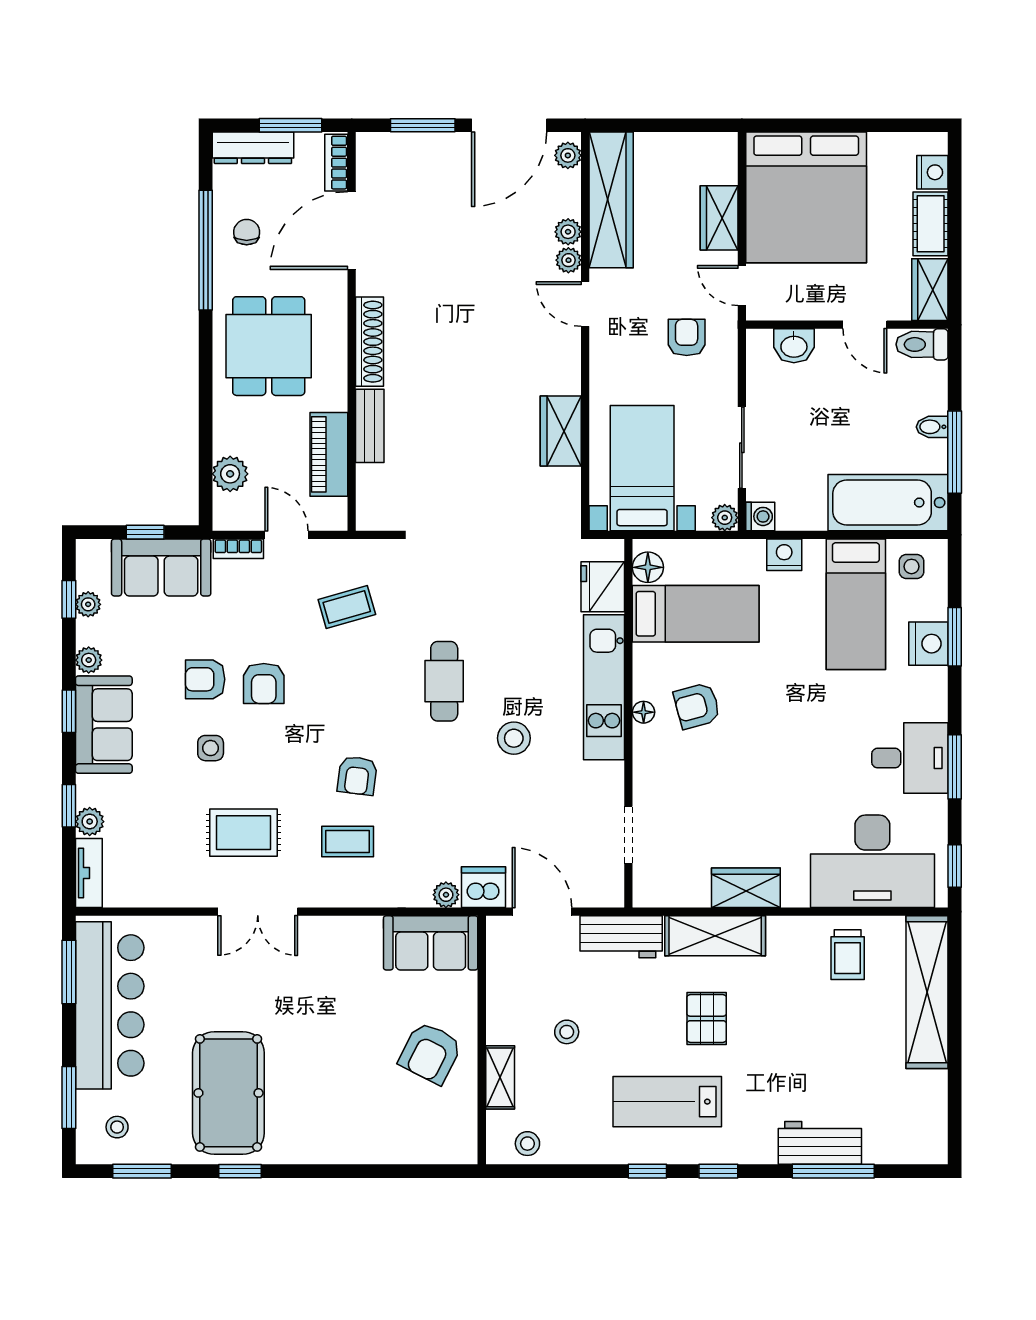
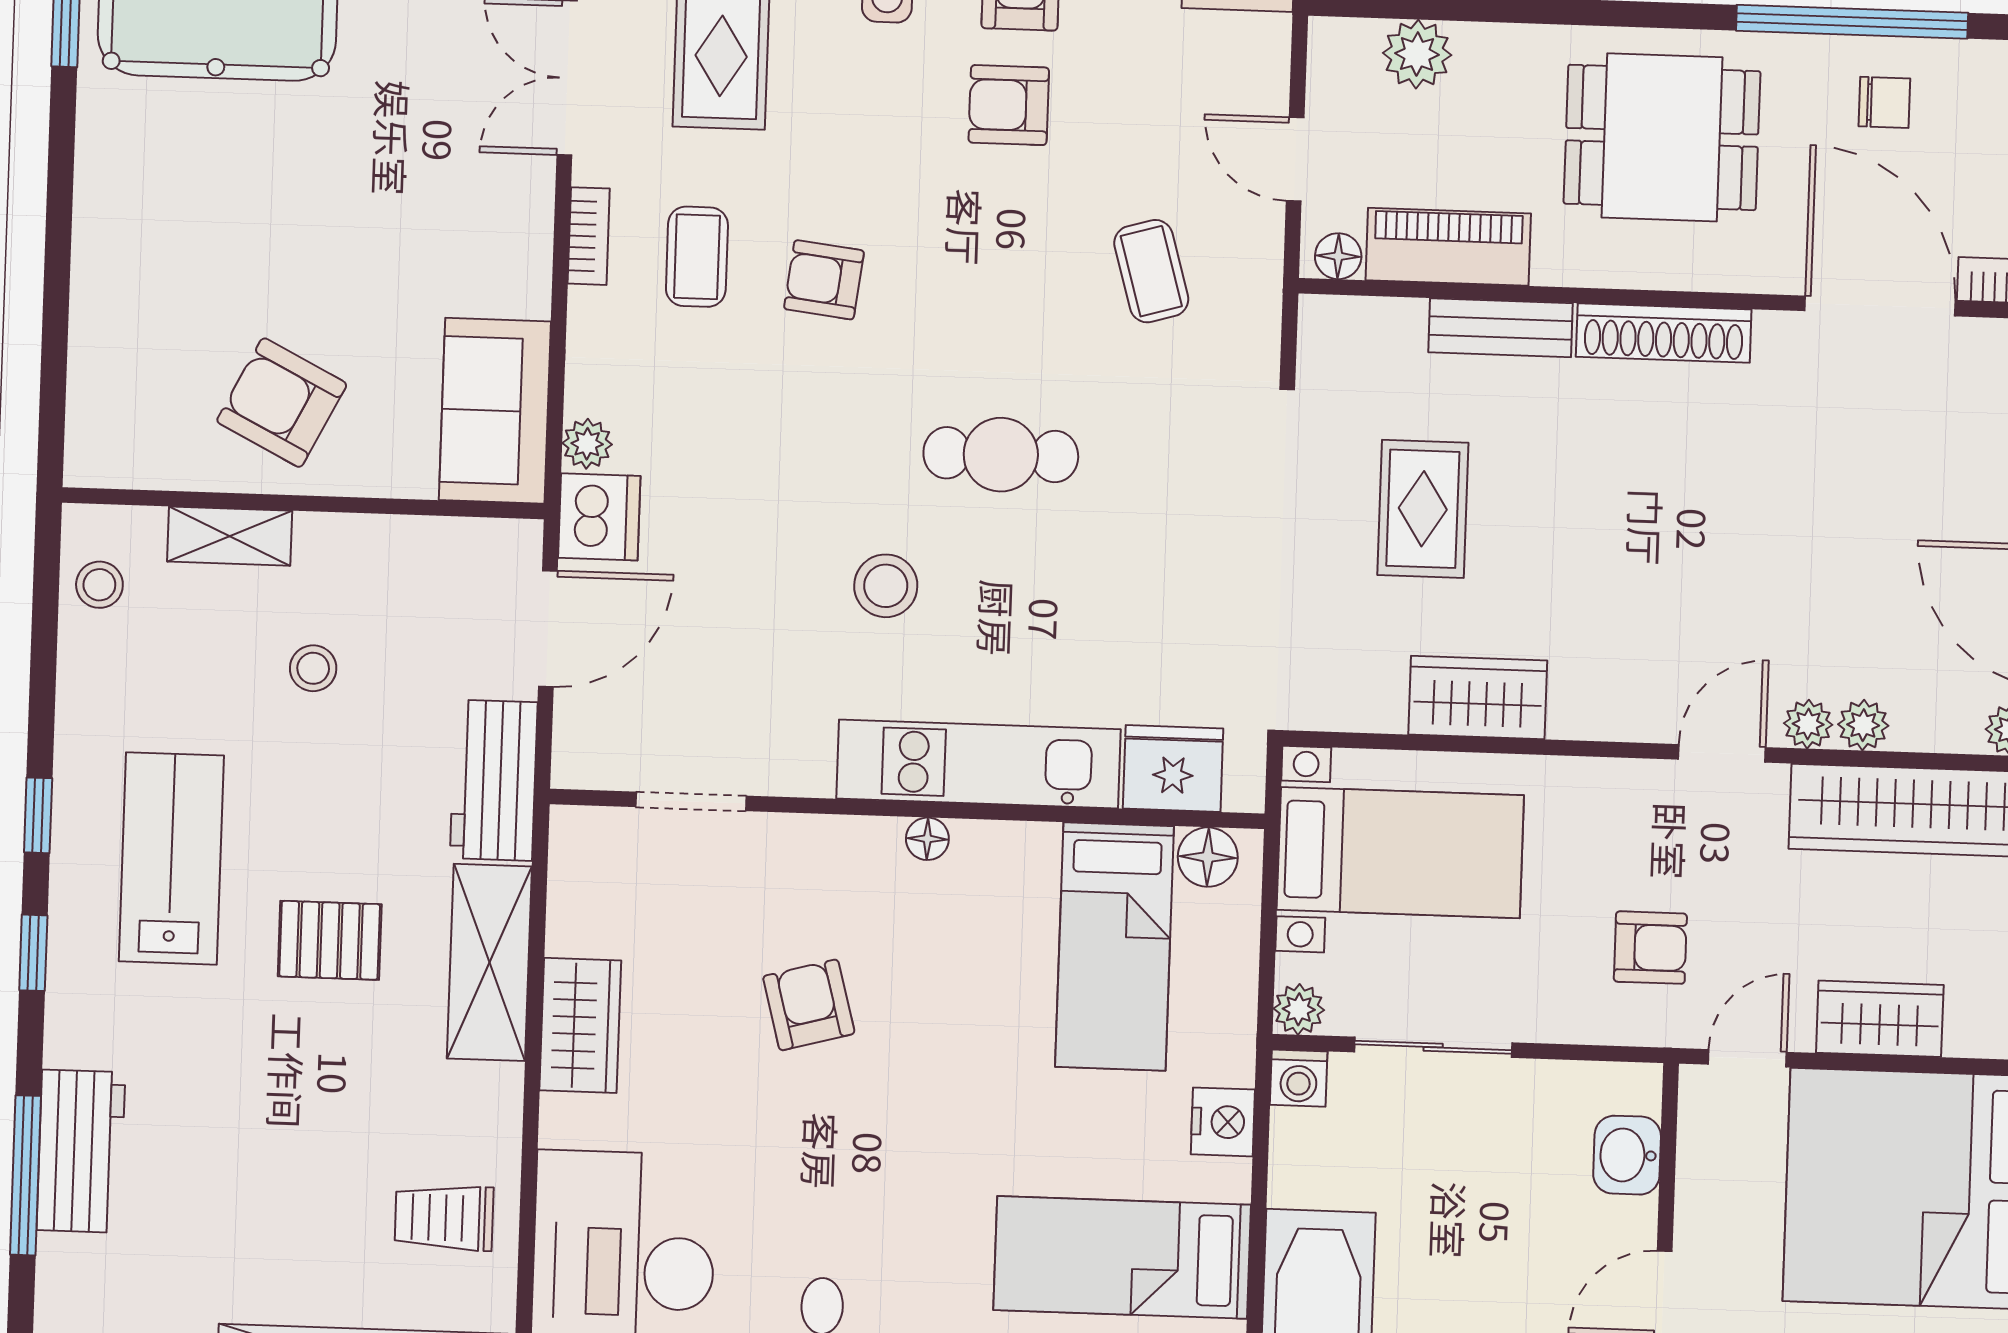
rug: (464, 463) -> (1423, 509), added
floor lamp: (336, 511) -> (1338, 256), added
door: (287, 535) -> (1295, 159), swing flipped
bookcase: (238, 549) -> (589, 236), moved, turned 180
armchair: (697, 706) -> (809, 1005), moved

